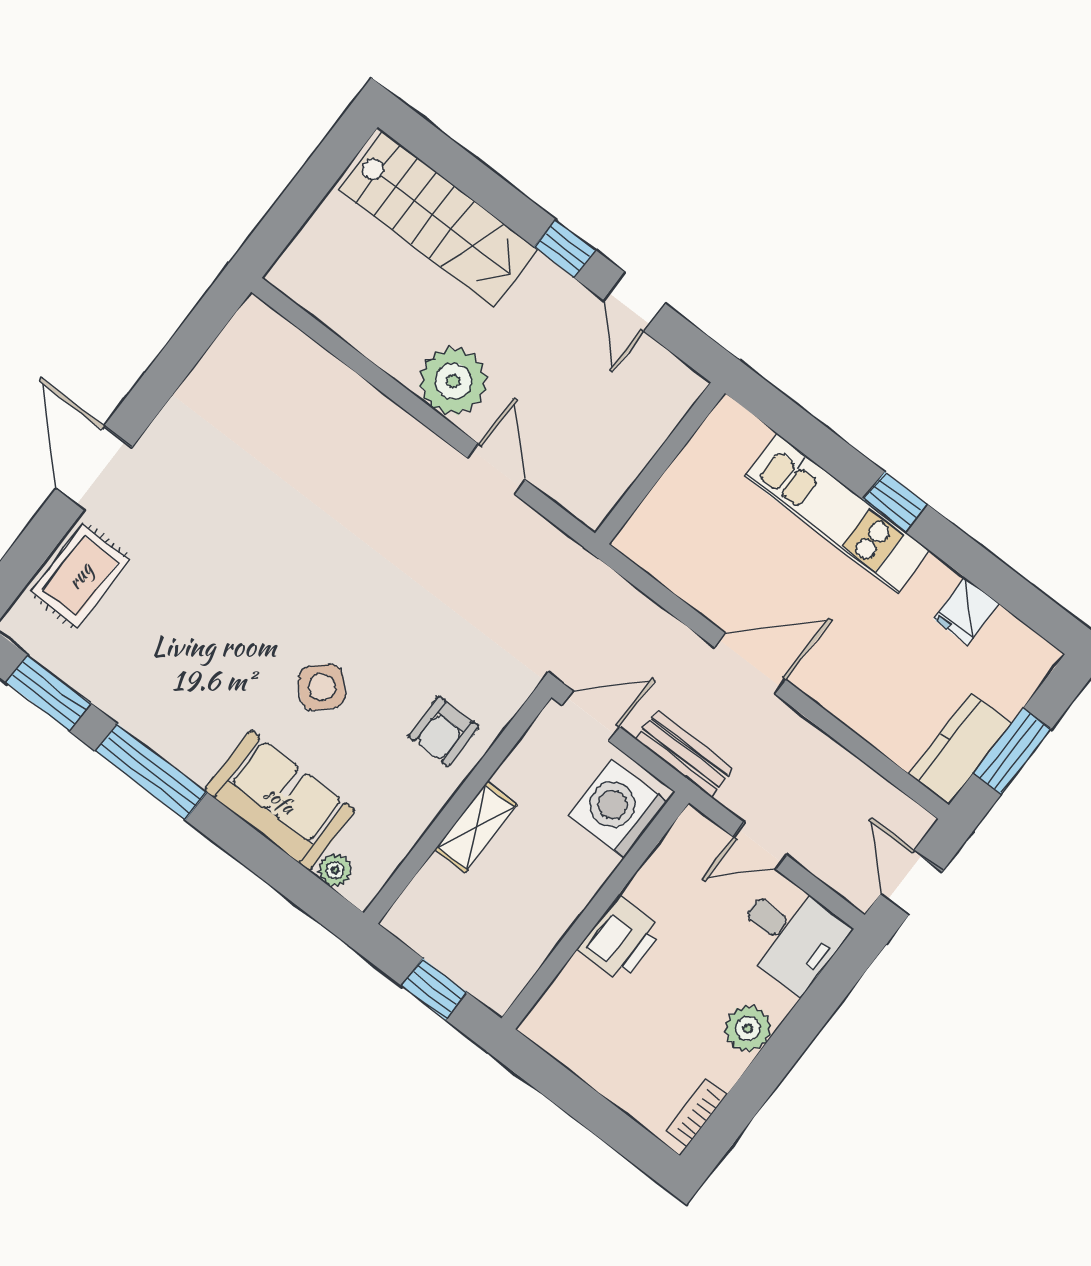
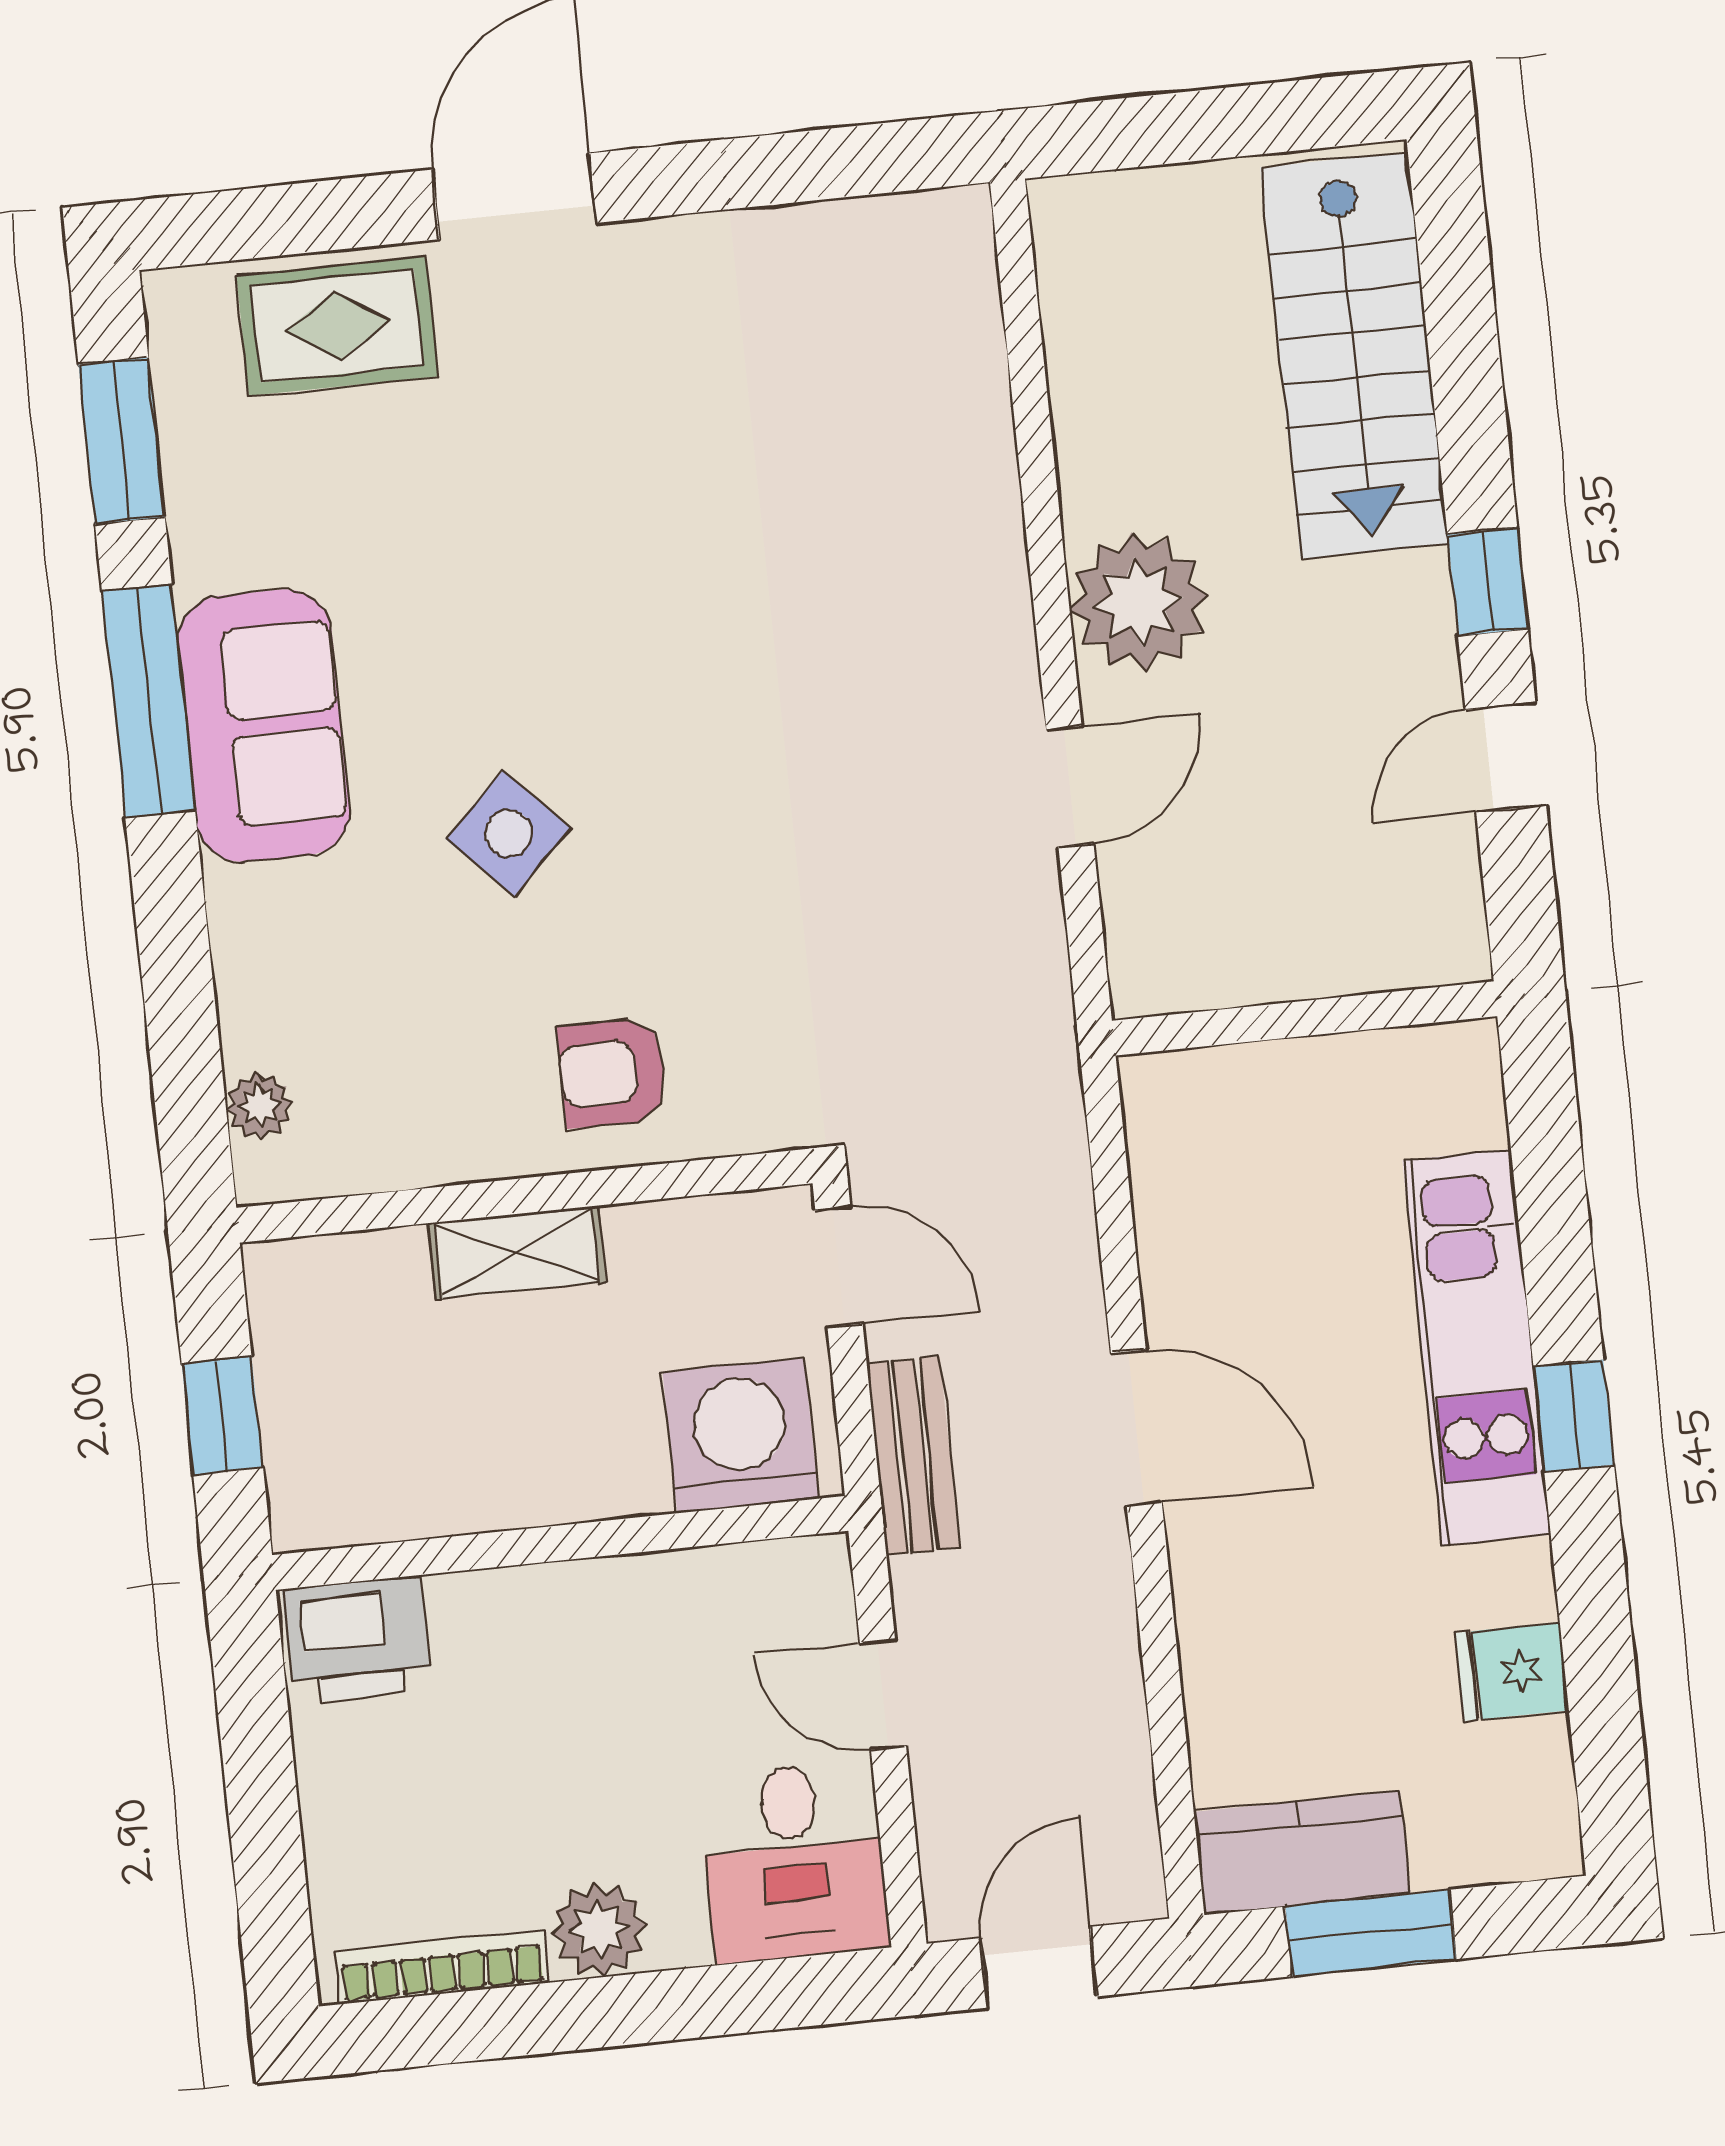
sofa: (280, 800) -> (264, 726), moved
printer: (620, 939) -> (357, 1640), moved
bookcase: (696, 1113) -> (442, 1967), width x1.56

